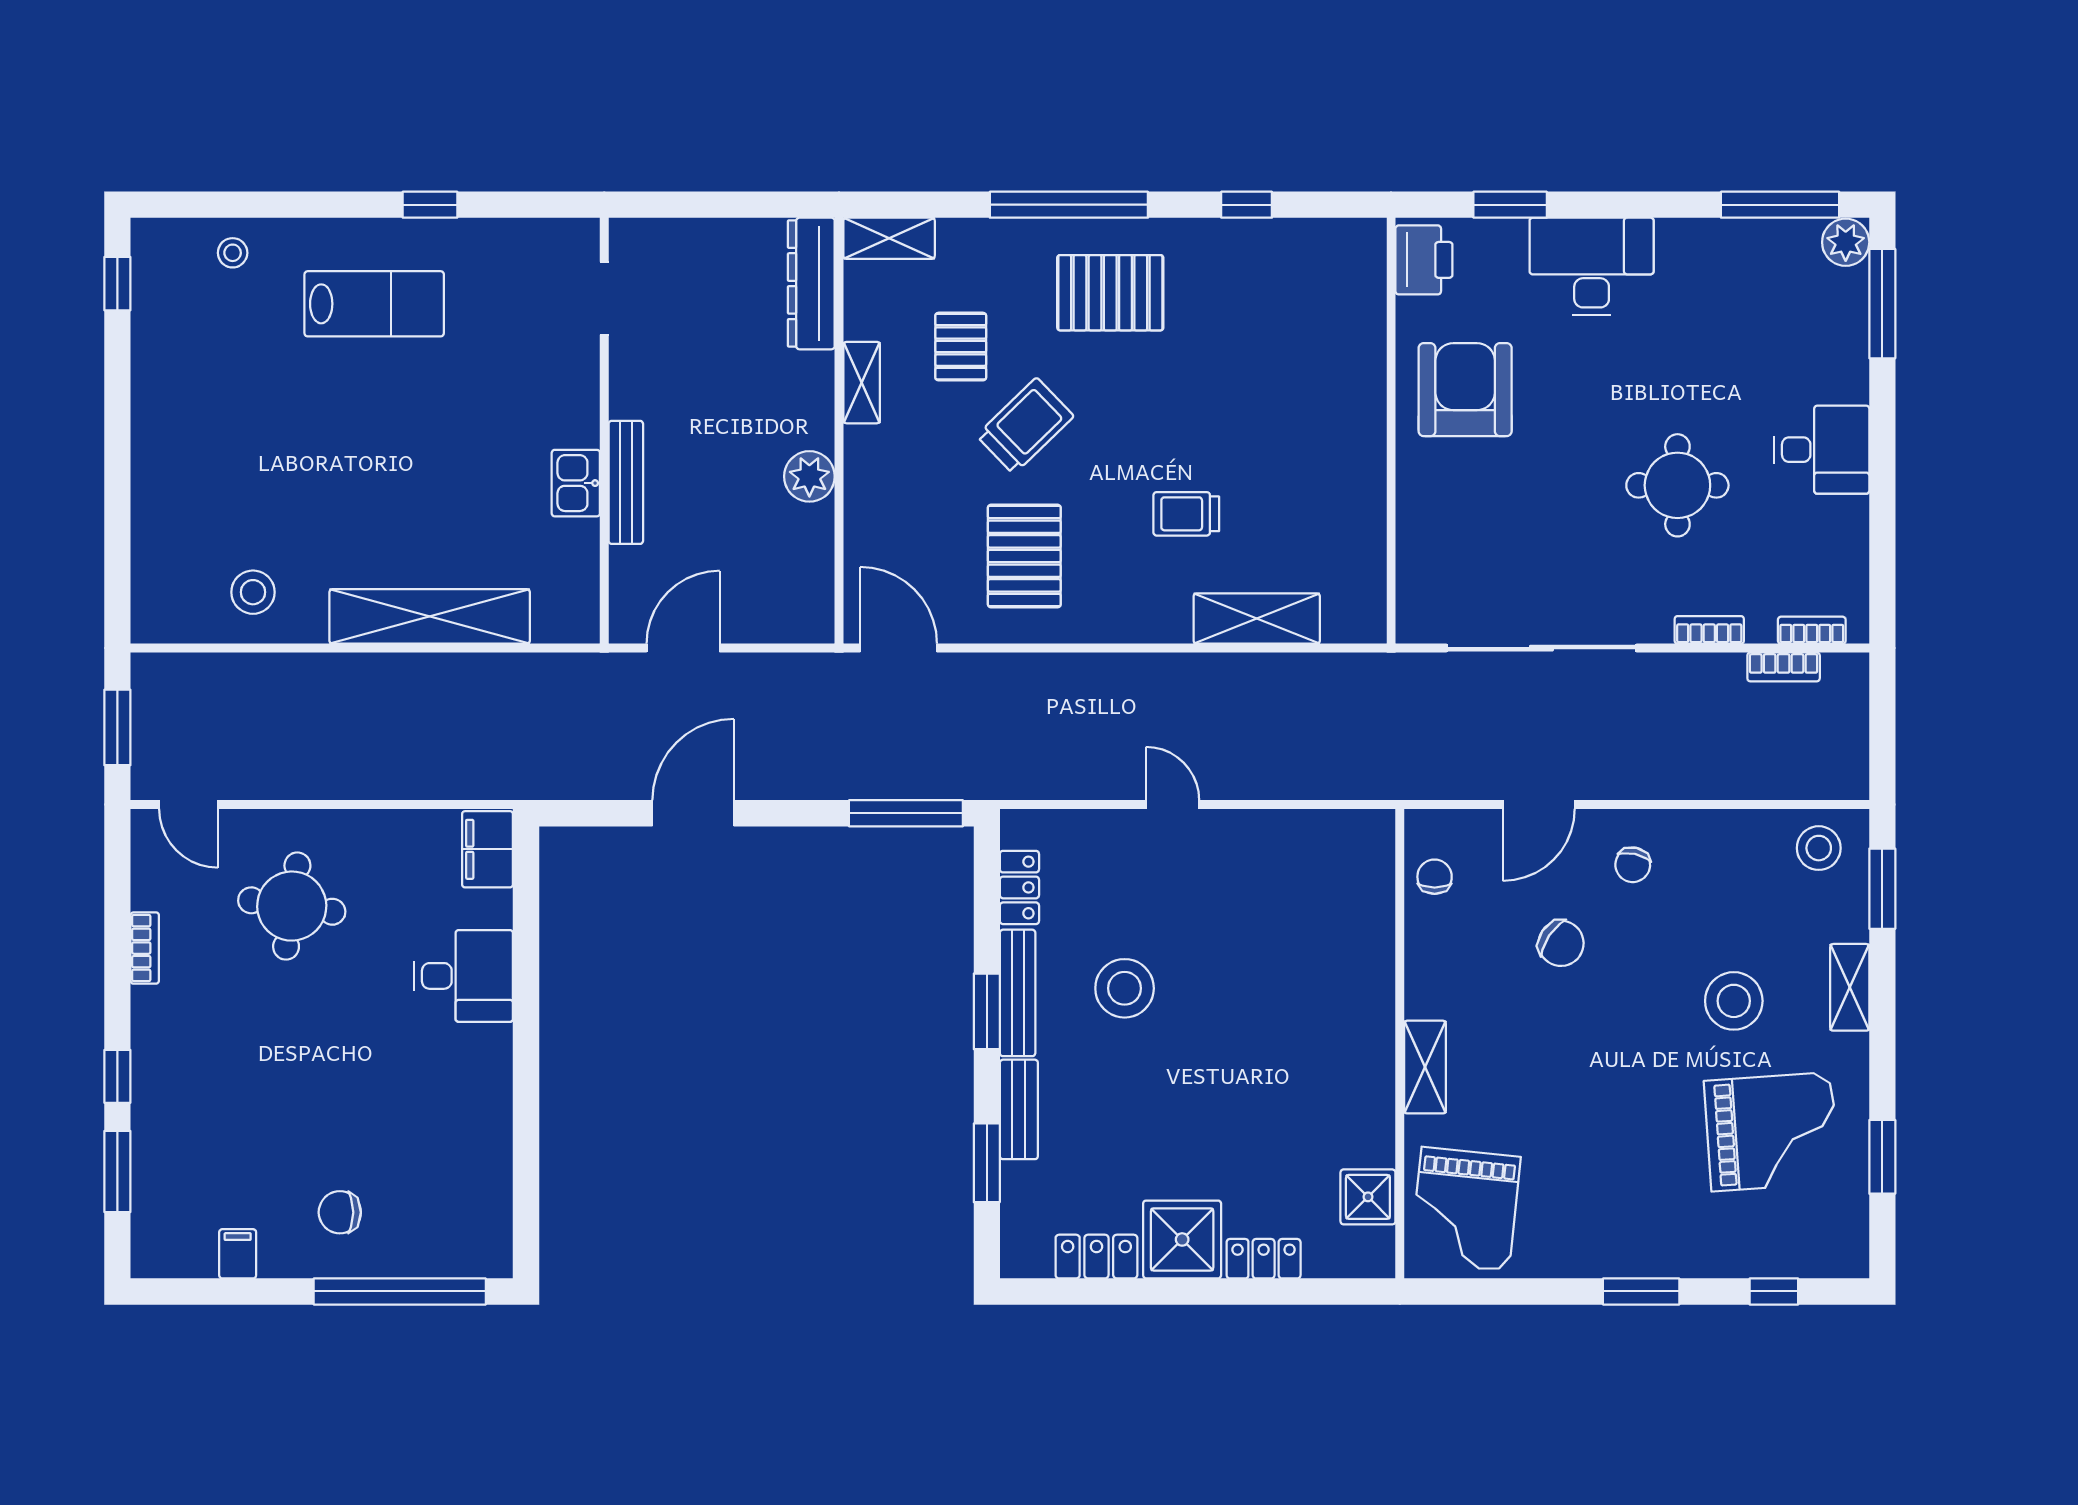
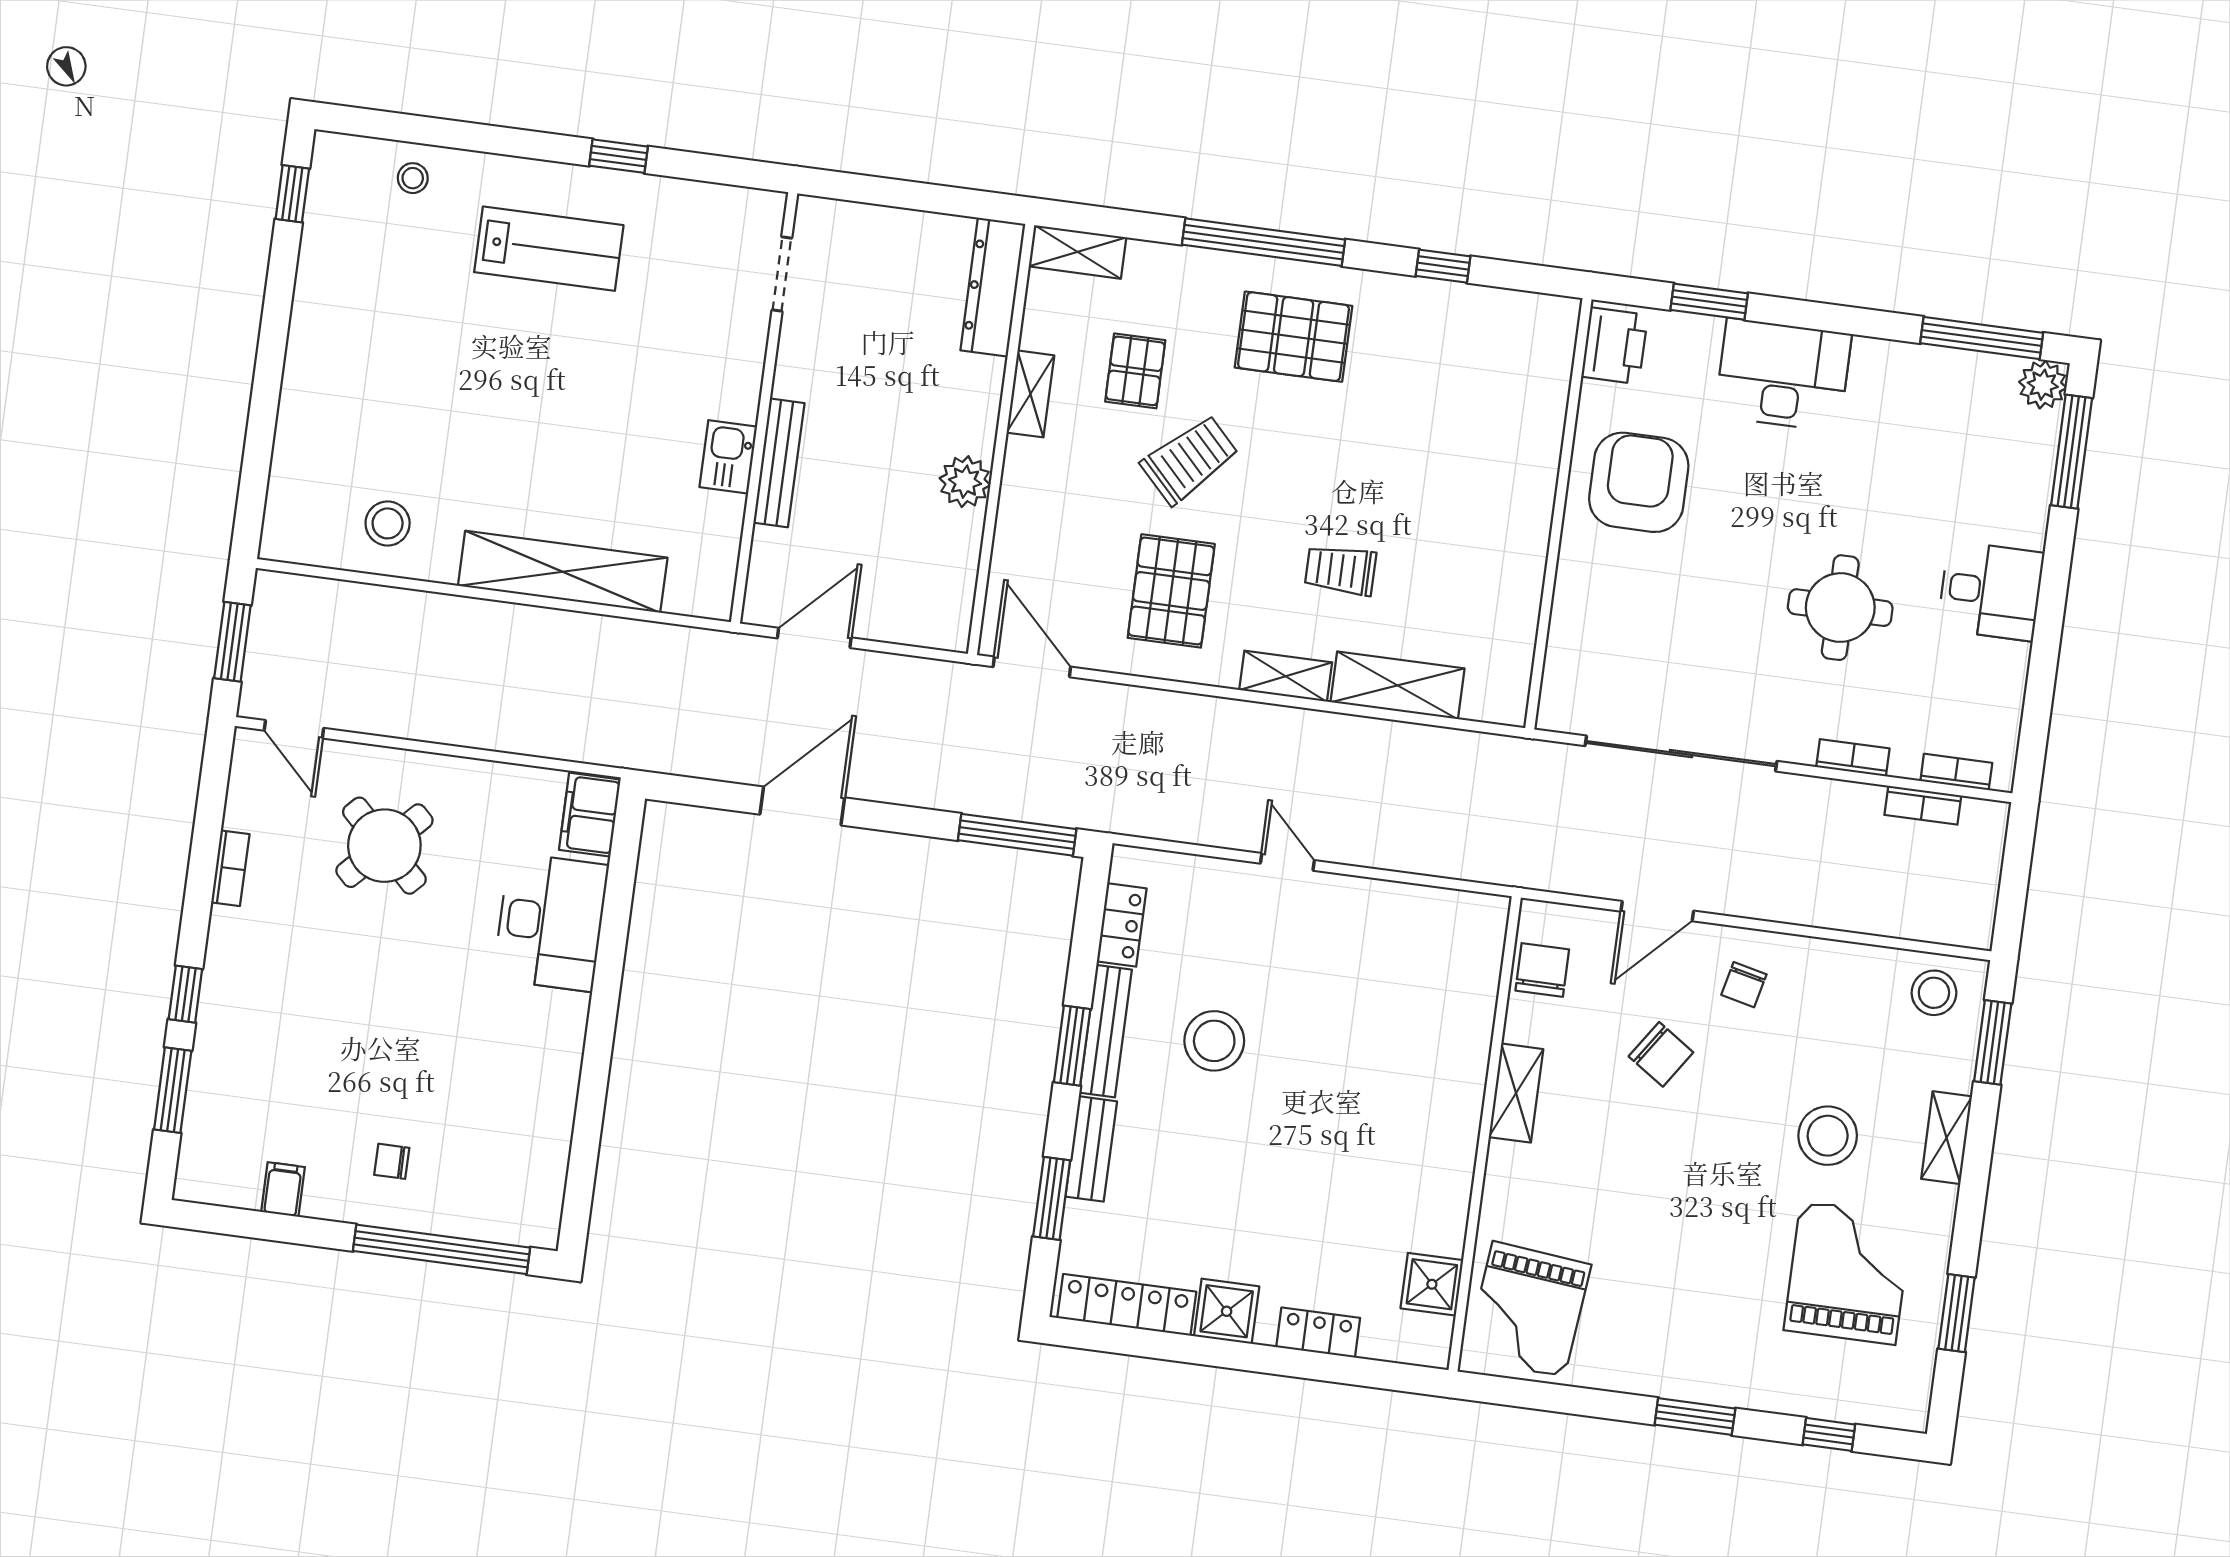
shelving: (1147, 624) -> (1286, 676), added
chair: (1435, 877) -> (1542, 970), width x1.37, depth x1.37
round table: (292, 906) -> (384, 846), turned 36
desk: (464, 976) -> (551, 922), width x1.37
shelving: (1425, 1067) -> (1516, 1093), moved
grand piano: (1771, 1132) -> (1848, 1273), turned -86
chair: (340, 1212) -> (392, 1161), width x0.73, depth x0.73
shower: (1182, 1239) -> (1227, 1311), width x0.73, depth x0.73
locker: (1096, 1257) -> (1127, 1305), width x1.53

